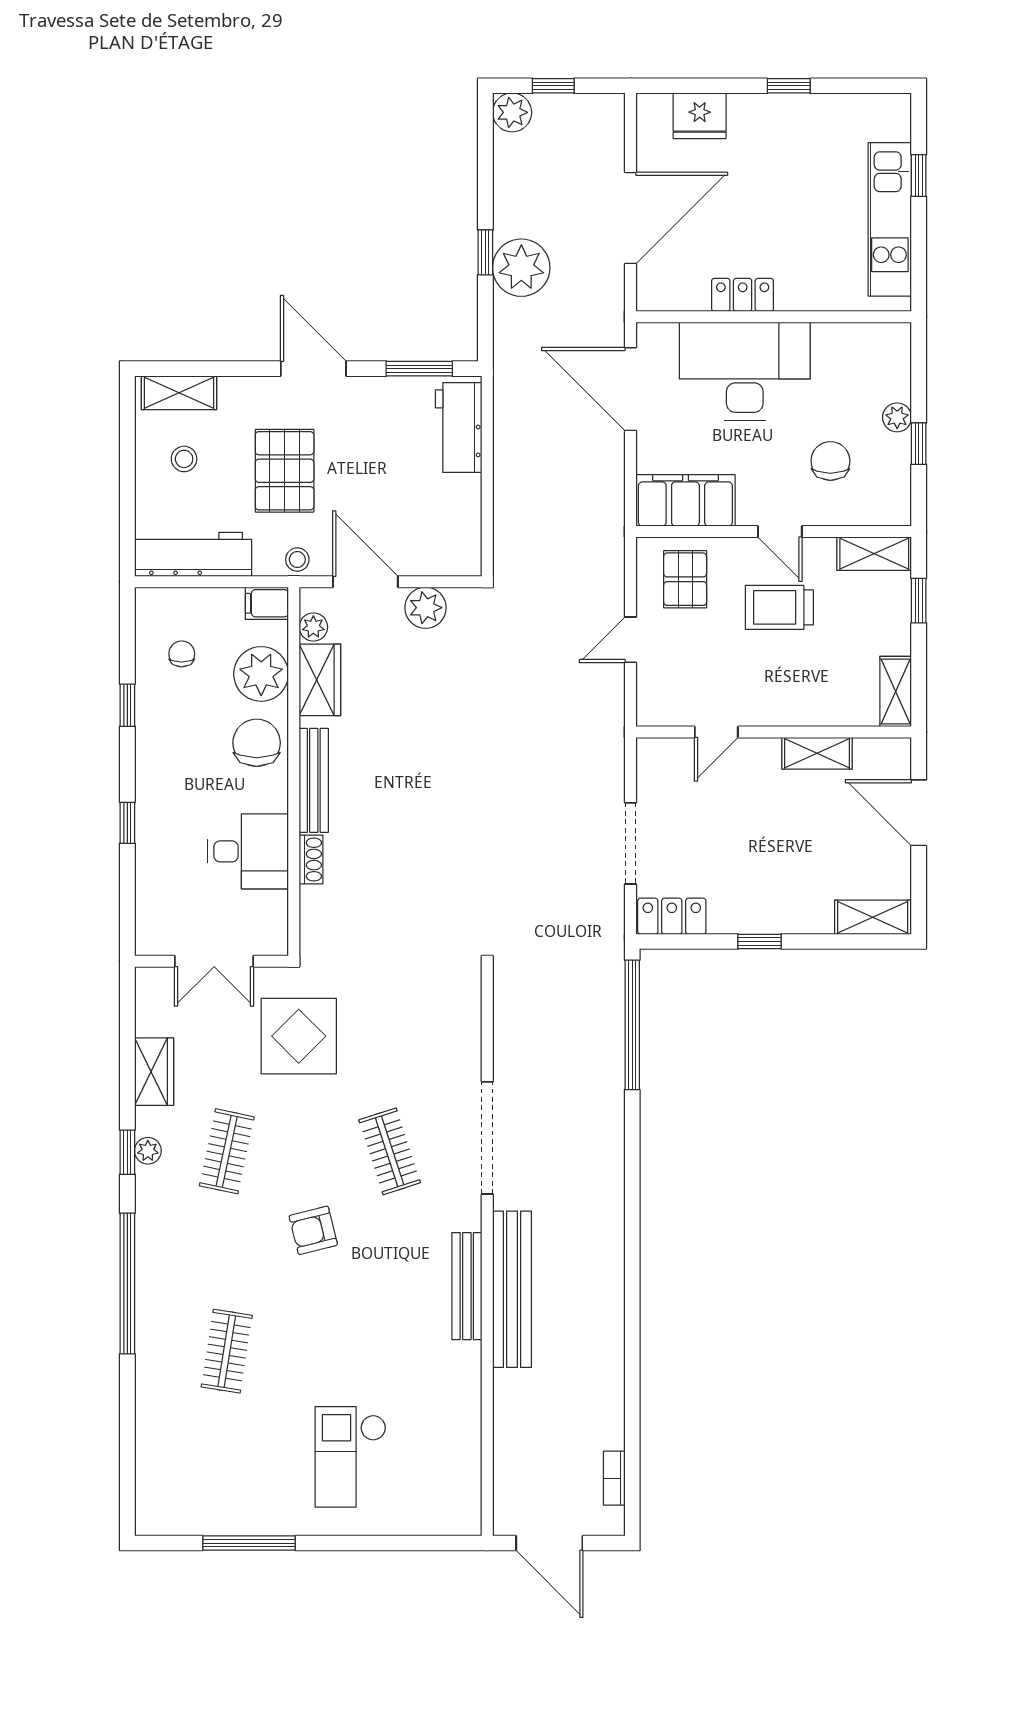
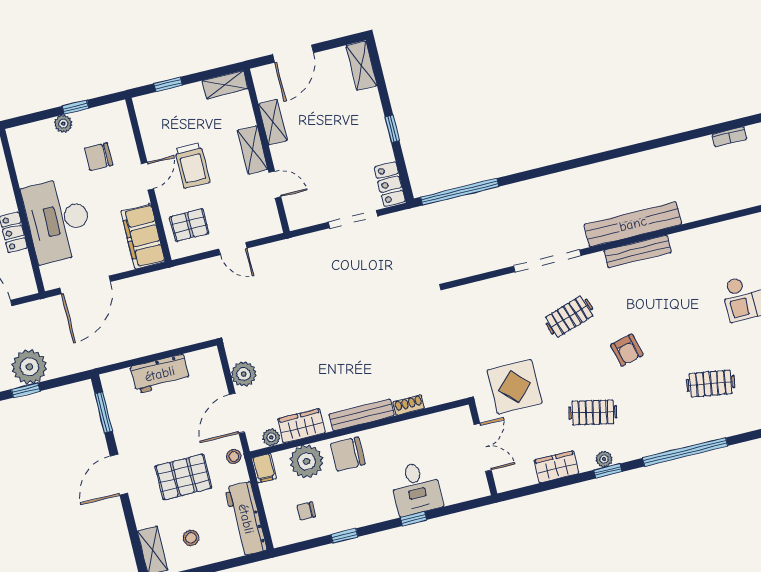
workbench: (459, 428) -> (160, 374), moved
shelving: (874, 554) -> (253, 150), moved
desk: (248, 851) -> (416, 488), moved, turned 180

